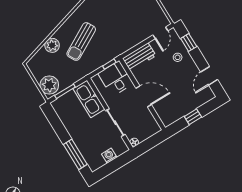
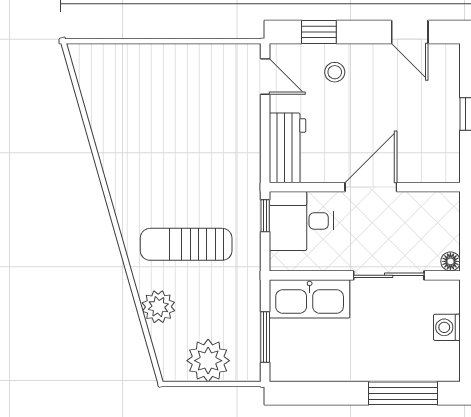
sun lounger: (81, 42) -> (186, 244), turned 119
plant: (49, 85) -> (208, 361), moved

